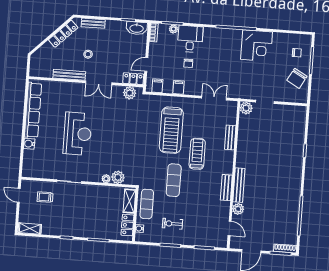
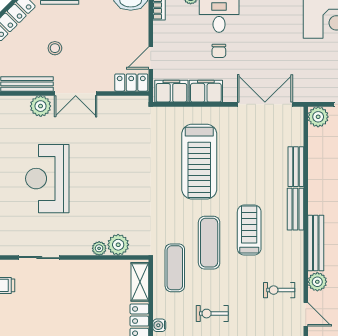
filing cabinet: (157, 86) -> (171, 91), width x2.00
filing cabinet: (179, 87) -> (206, 91), width x2.00
plant: (130, 93) -> (41, 106), moved
double door: (214, 98) -> (265, 104), width x1.37
reception desk: (77, 134) -> (47, 179), turned 180
treadmill: (197, 154) -> (249, 230), moved
bench: (226, 188) -> (295, 209), moved
exercise mat: (147, 204) -> (175, 268), moved
exercise bike: (214, 212) -> (279, 290), added

